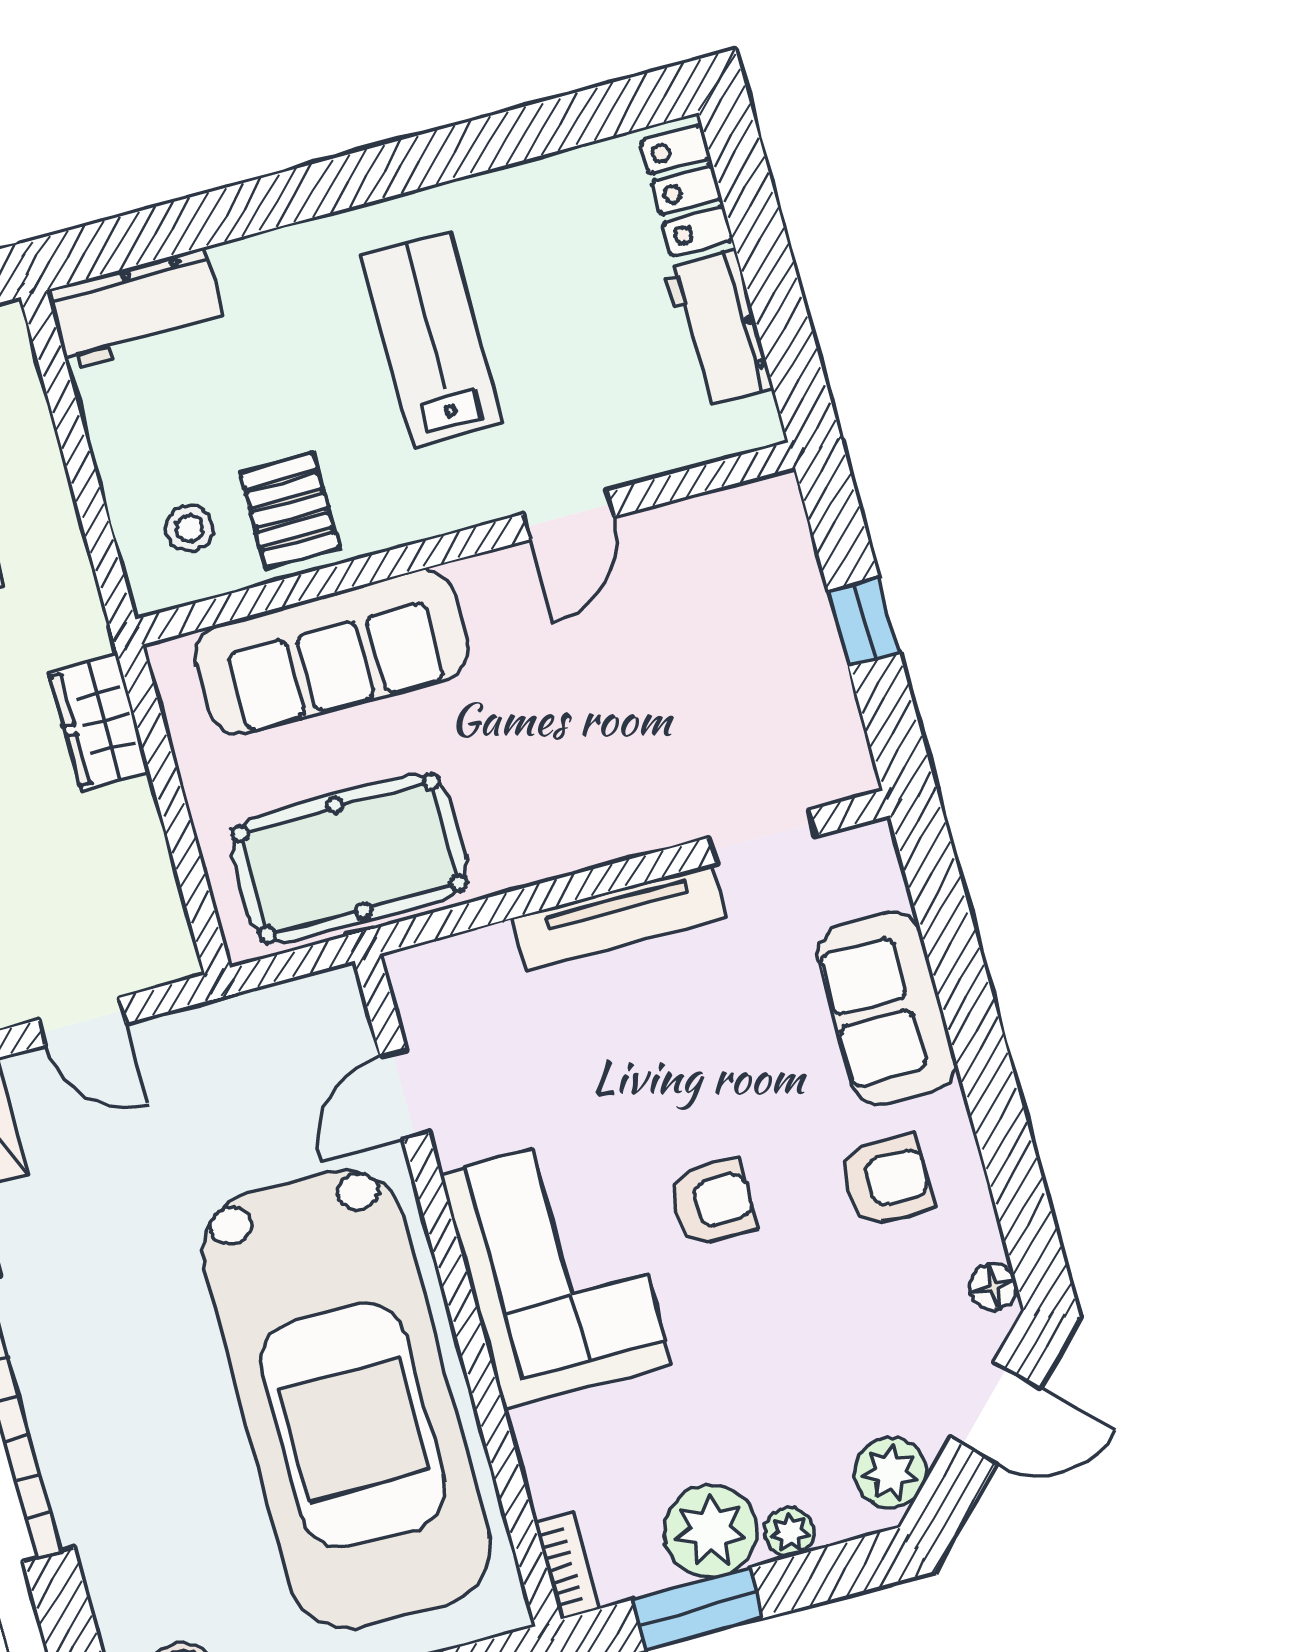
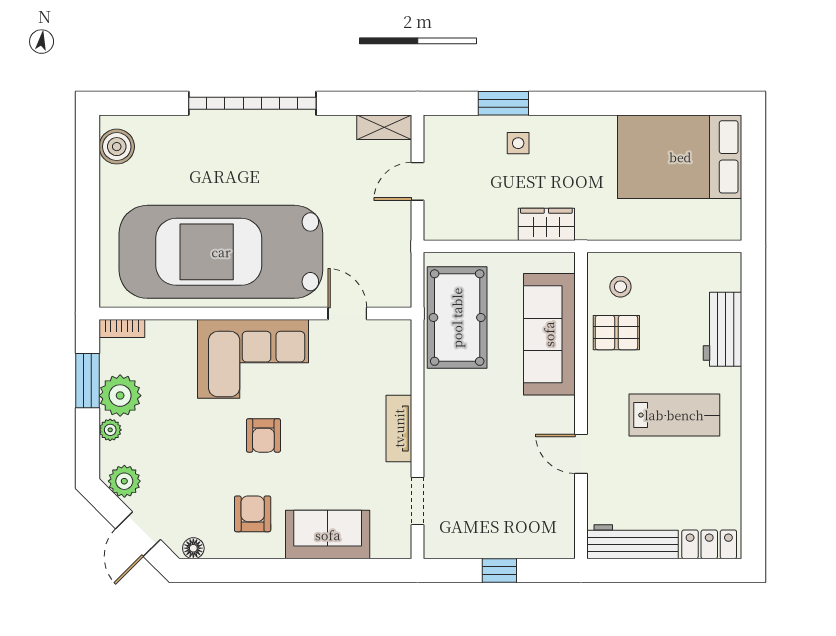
workbench: (136, 309) -> (723, 329), moved
workbench: (718, 329) -> (632, 542), width x1.38
tv unit: (619, 918) -> (399, 428), width x0.71
armchair: (886, 1180) -> (253, 514), turned 180

